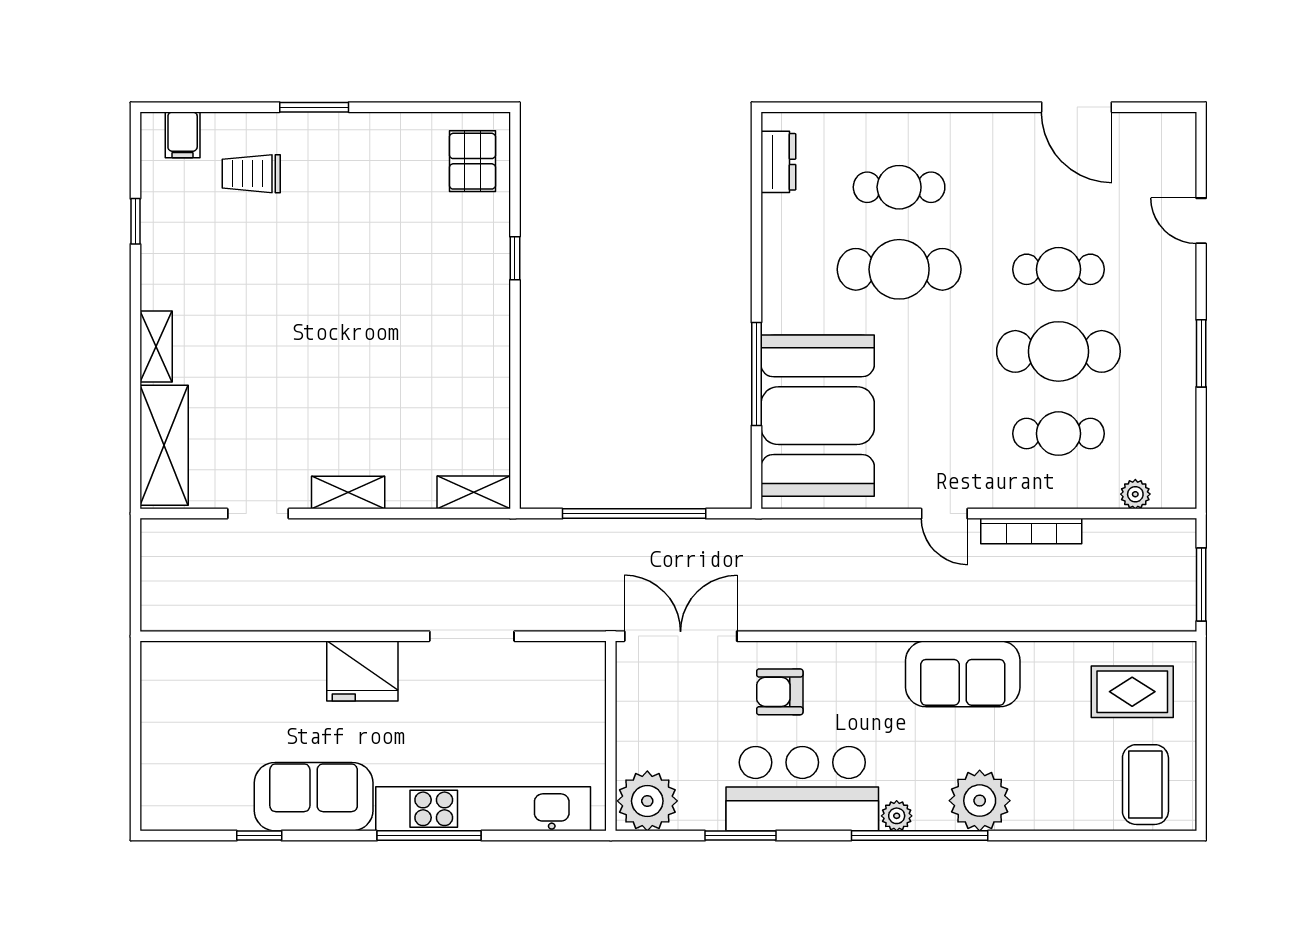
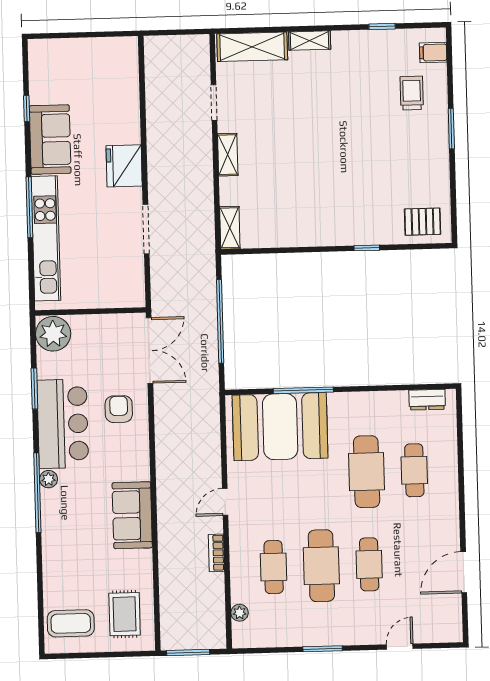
bookcase: (1031, 531) -> (216, 553), width x0.64
plant: (980, 801) -> (59, 527), removed

